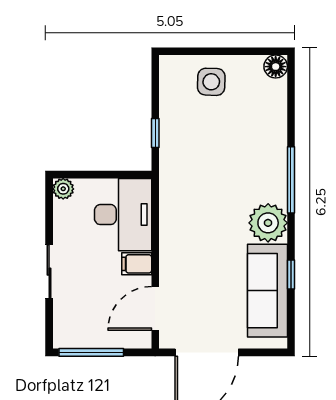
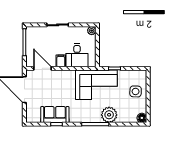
corner sofa: (195, 177) -> (96, 85), added
desk: (123, 215) -> (77, 55), width x0.73
plant: (268, 223) -> (109, 115), moved
sofa: (268, 291) -> (55, 115), width x0.73

